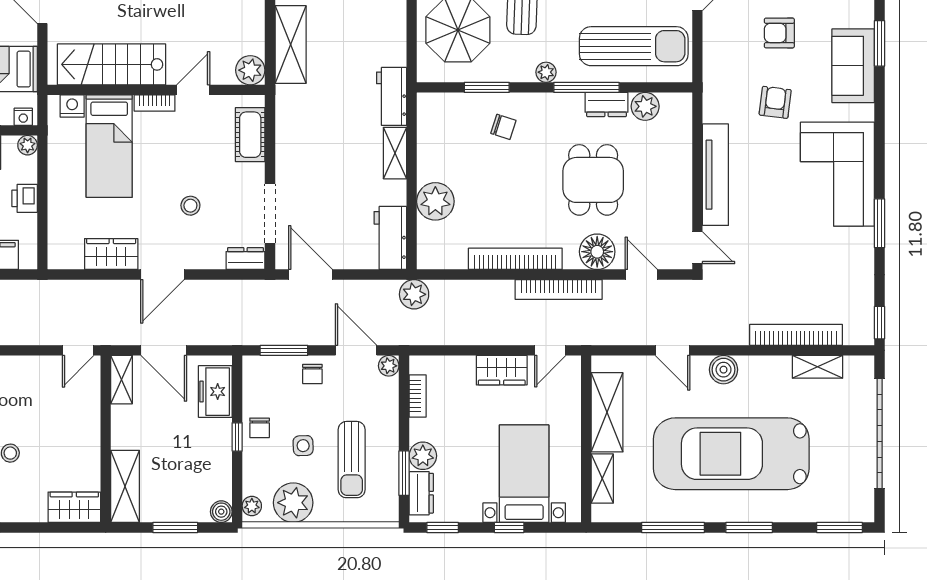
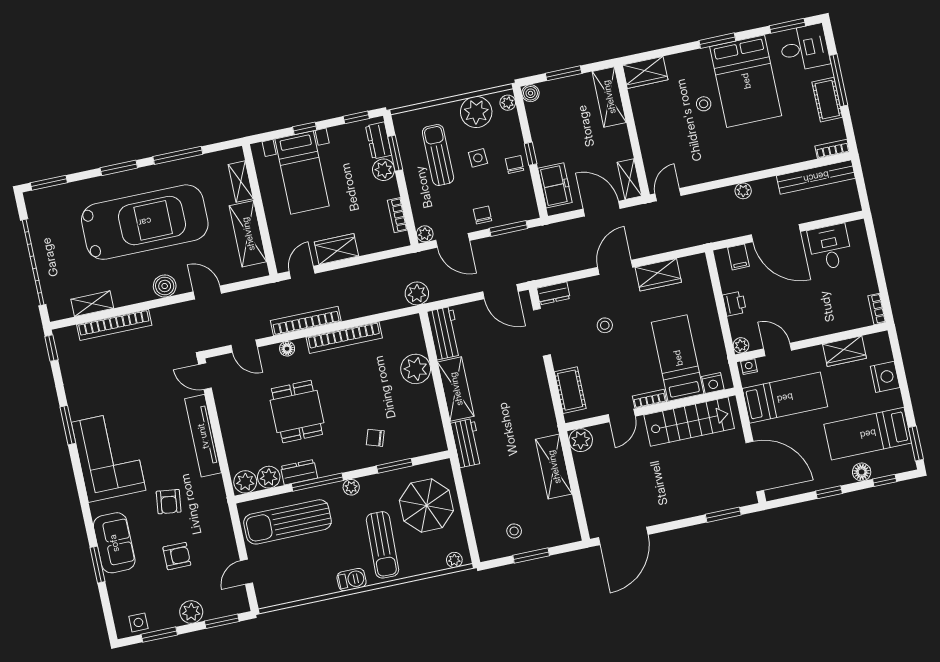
plant: (675, 107) -> (245, 482), added
shelving: (395, 153) -> (456, 389), width x1.50, depth x1.33
floor lamp: (597, 252) -> (287, 349), width x0.53, depth x0.53

